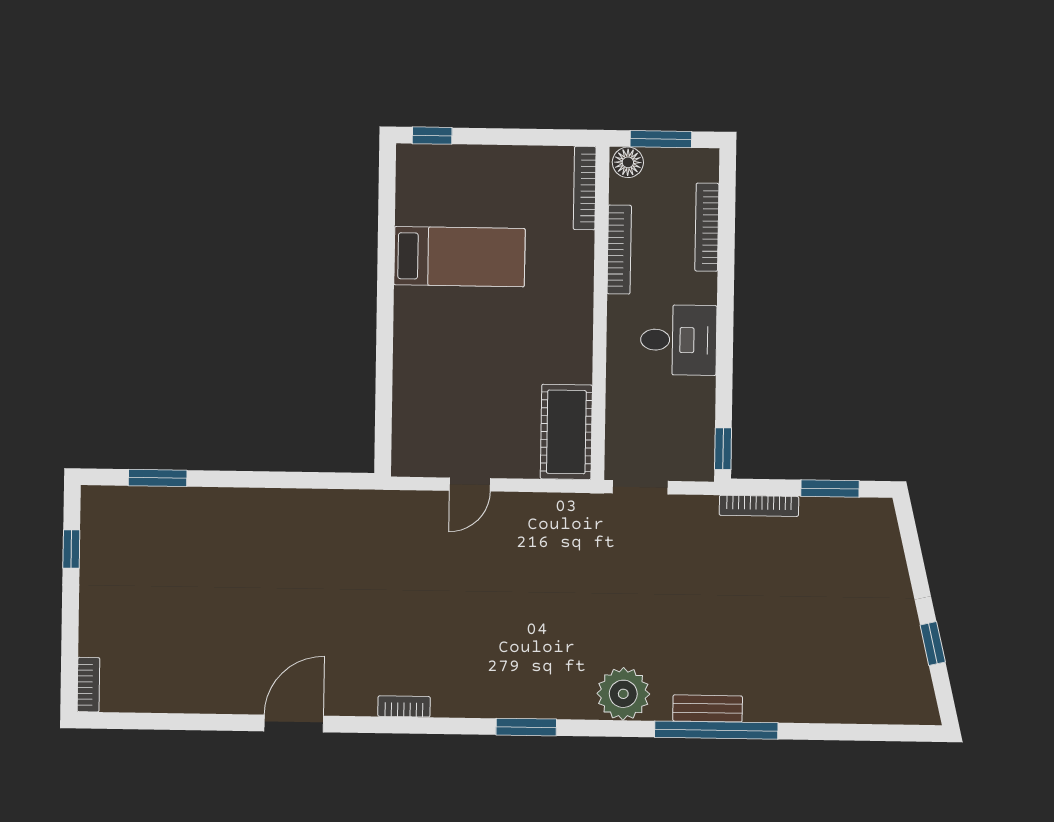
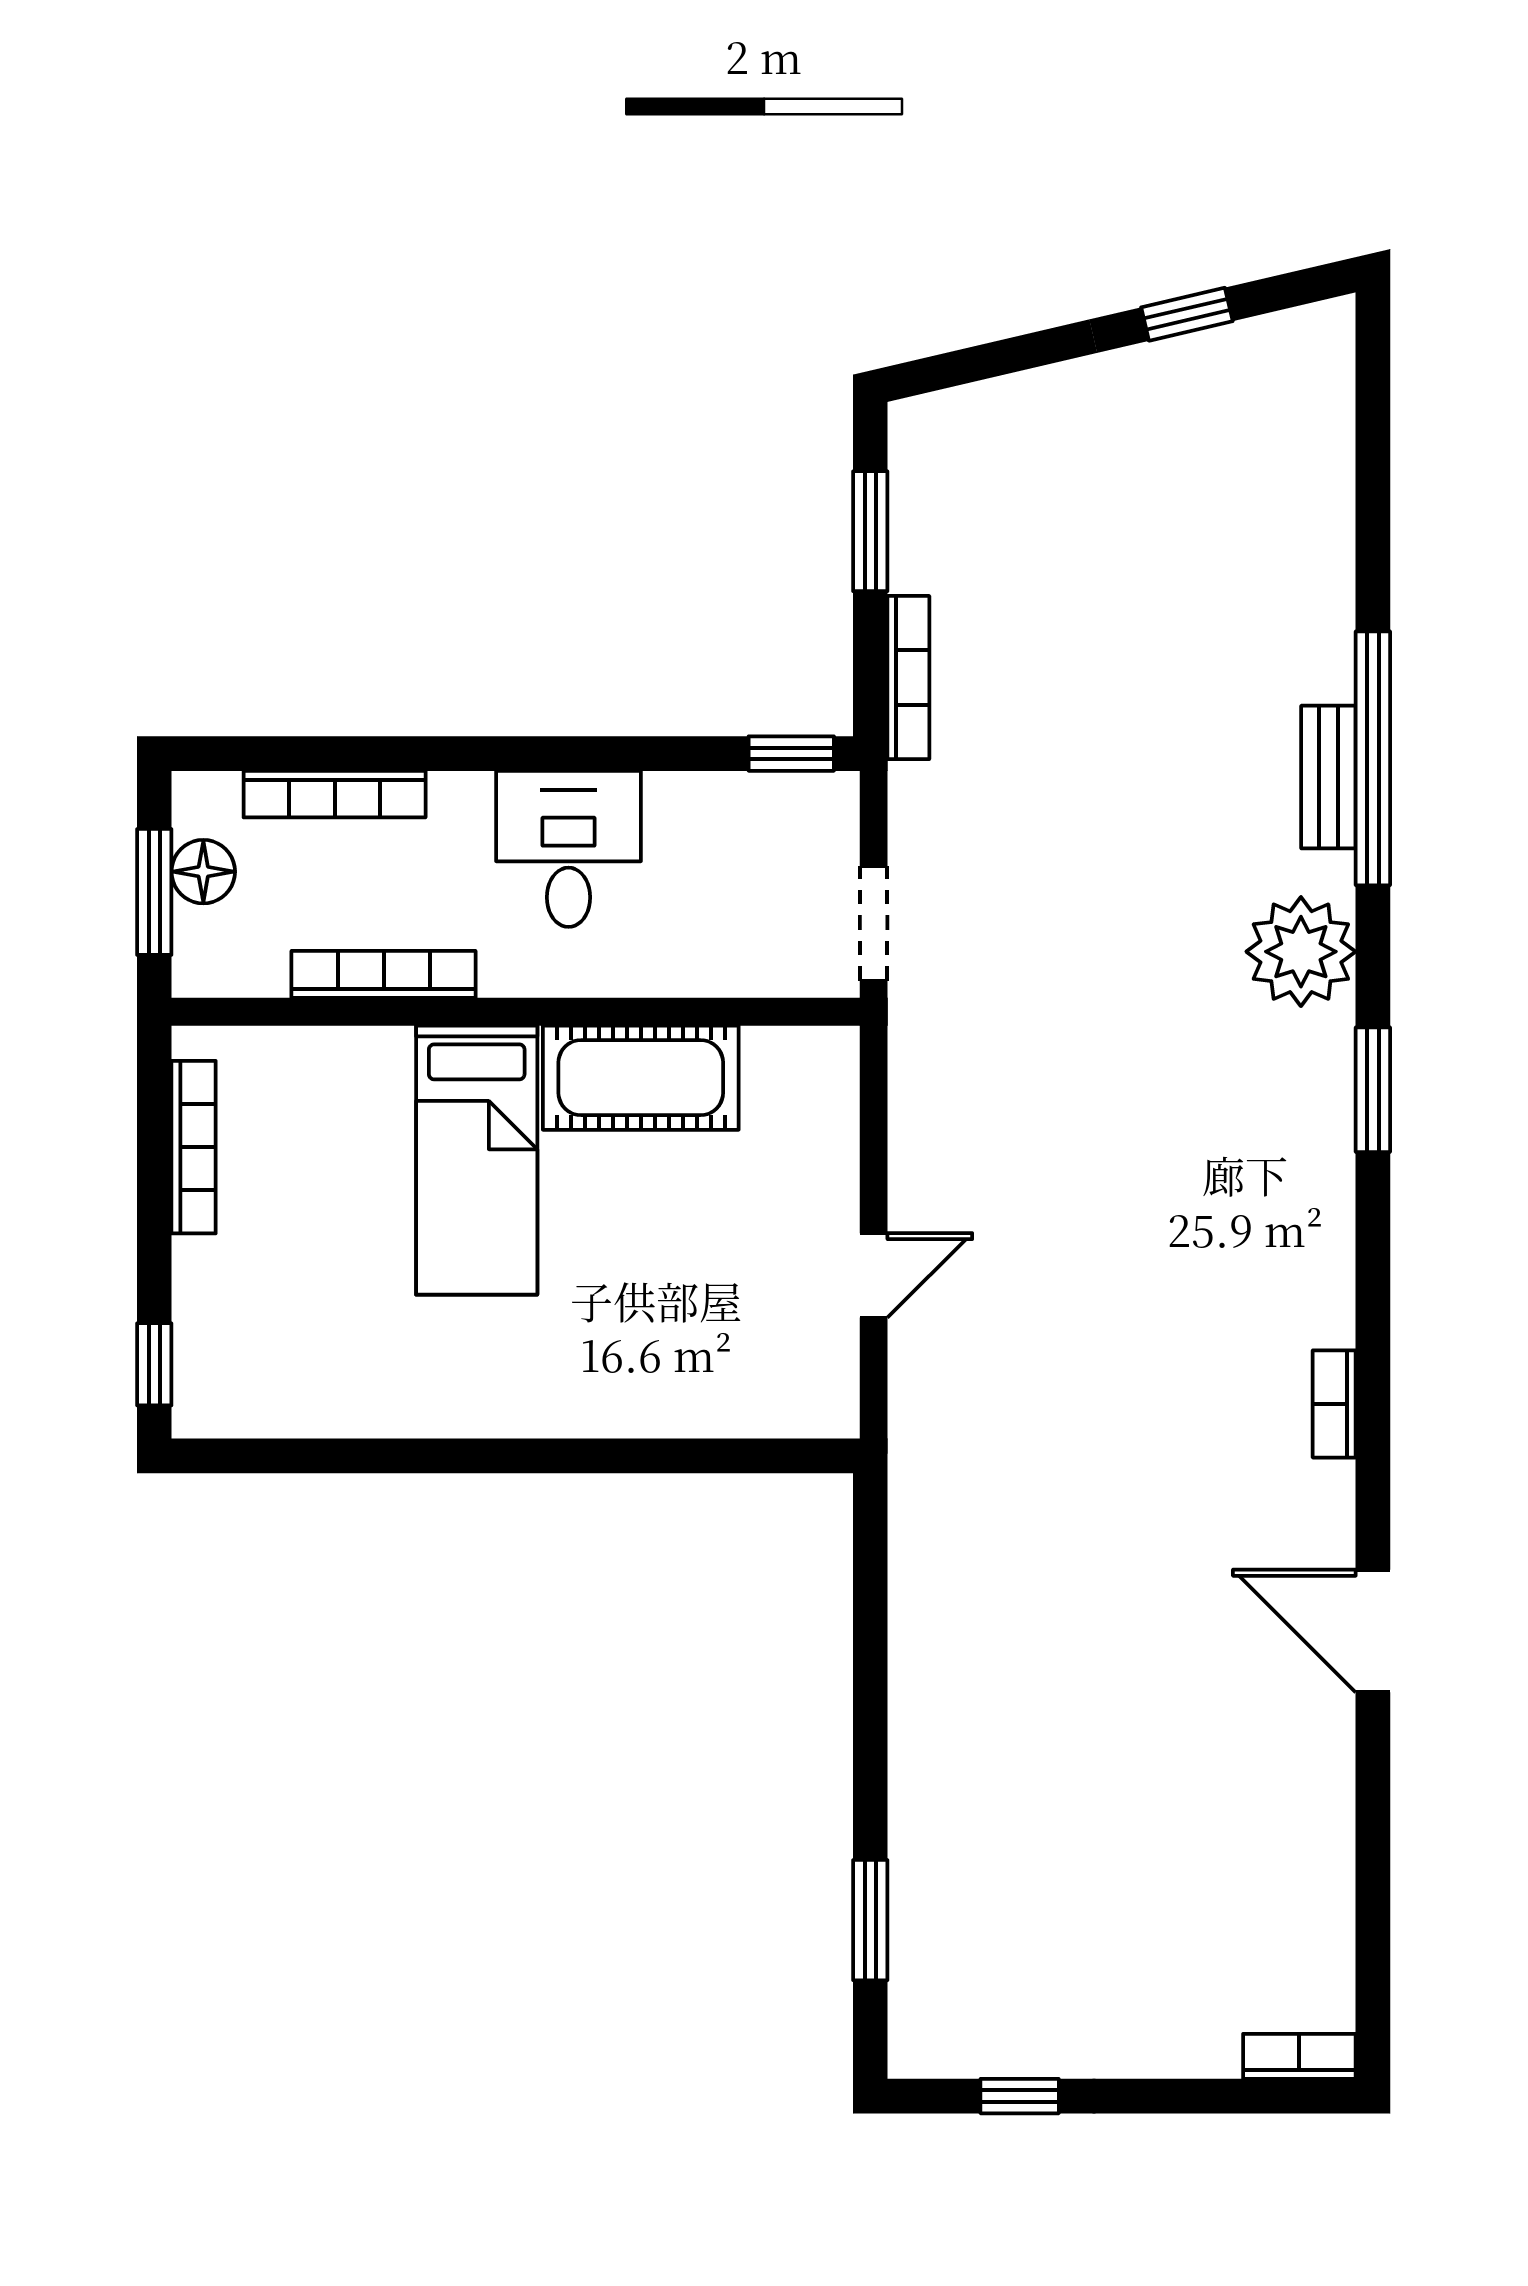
floor lamp: (628, 162) -> (203, 872), moved
bookcase: (585, 188) -> (194, 1147), moved, turned -90
bed: (459, 257) -> (477, 1160), moved, turned 180
cot: (566, 432) -> (641, 1078), moved
door: (470, 485) -> (874, 1275), hinge flipped
window: (526, 727) -> (1373, 1090), moved

